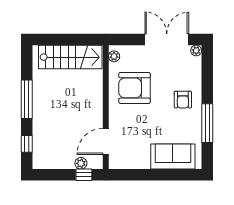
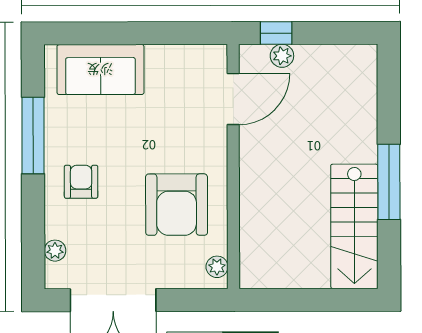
plant: (196, 51) -> (55, 251), moved
stairs: (70, 57) -> (354, 226), moved, turned -90
armchair: (134, 88) -> (177, 205), turned 90
window: (27, 144) -> (389, 94), removed

